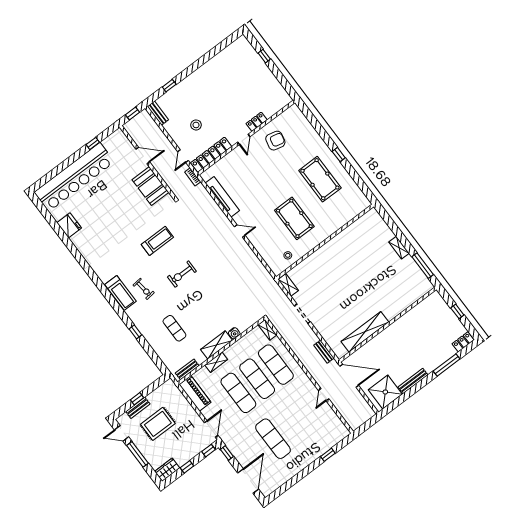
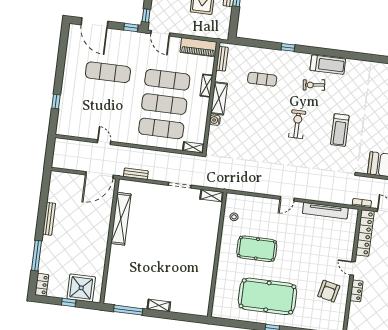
pool table: (320, 179) -> (267, 296), width x1.36, depth x1.32
treadmill: (121, 293) -> (328, 65), turned 180
shower: (385, 392) -> (81, 288), moved

